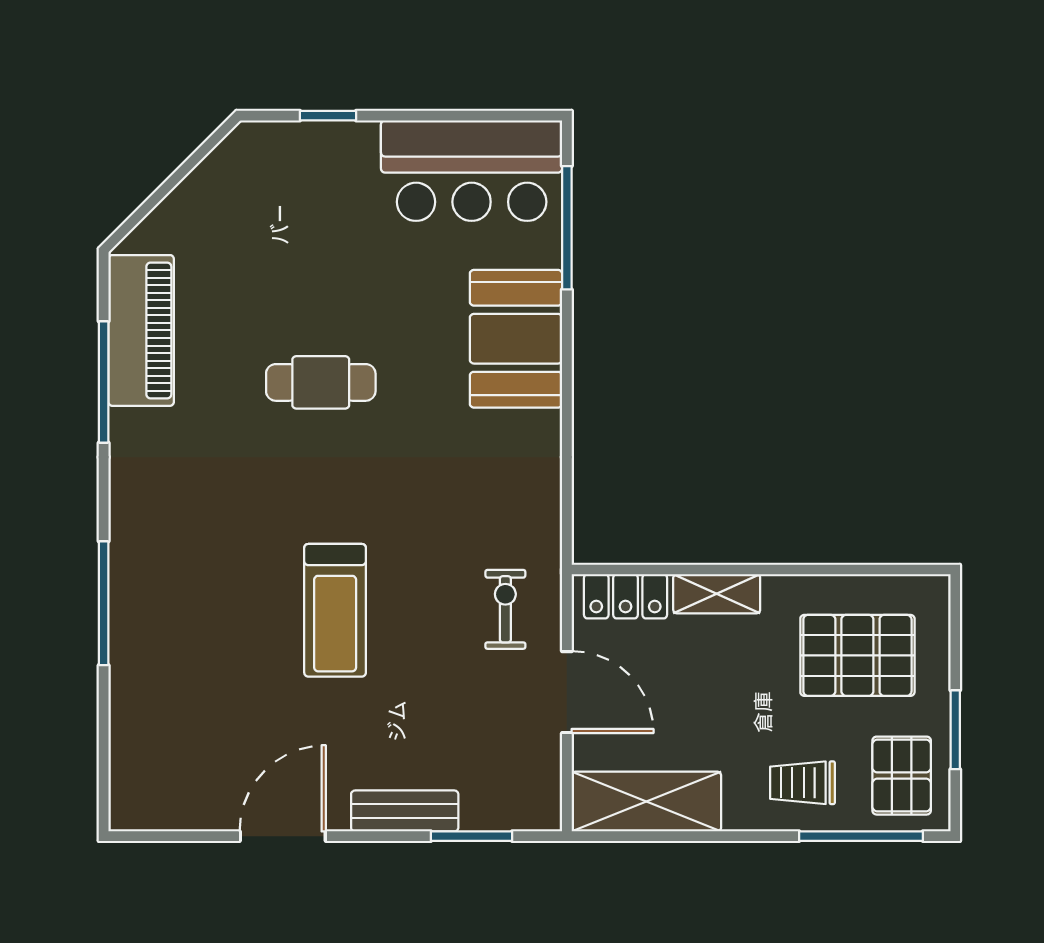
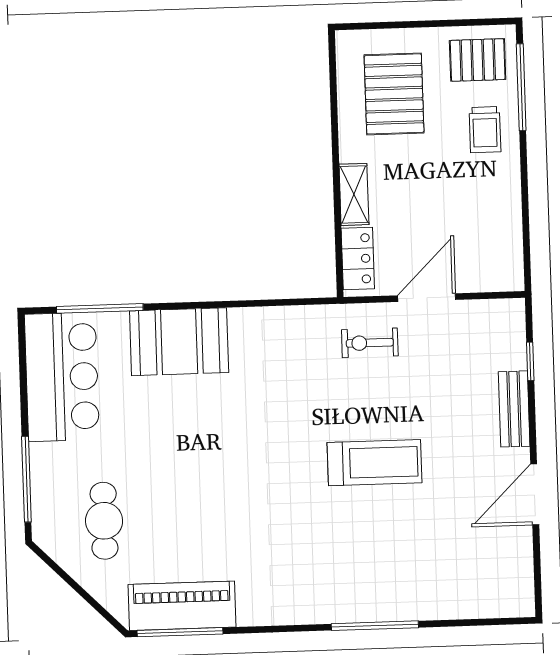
window: (328, 116) -> (26, 479), width x2.17
window: (104, 382) -> (180, 632), moved
cafe table: (321, 382) -> (104, 521), moved
window: (955, 730) -> (444, 23), removed
shelving: (646, 802) -> (502, 239), removed
door: (283, 836) -> (535, 494), hinge flipped
window: (471, 836) -> (530, 361), width x0.67

